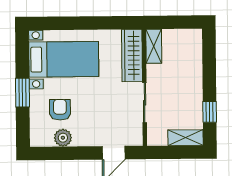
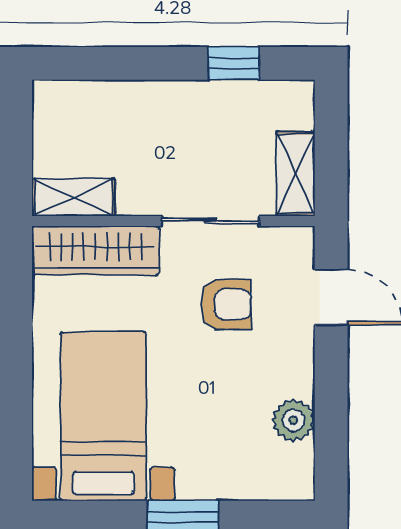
armchair: (60, 110) -> (226, 304), moved, turned 180
shelving: (186, 138) -> (296, 174), moved

